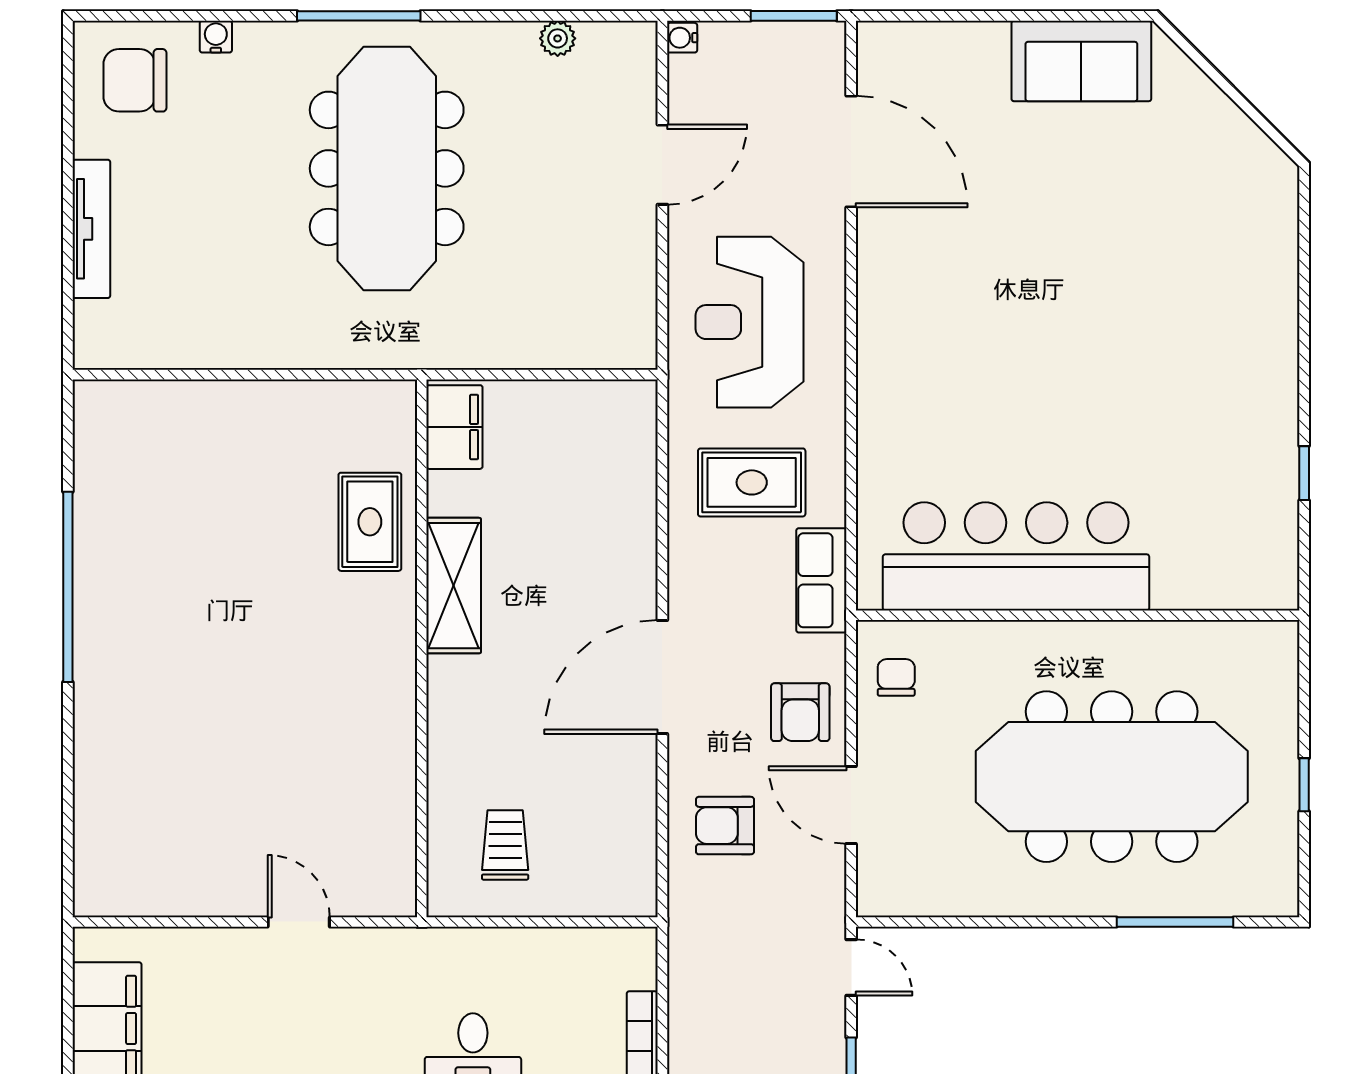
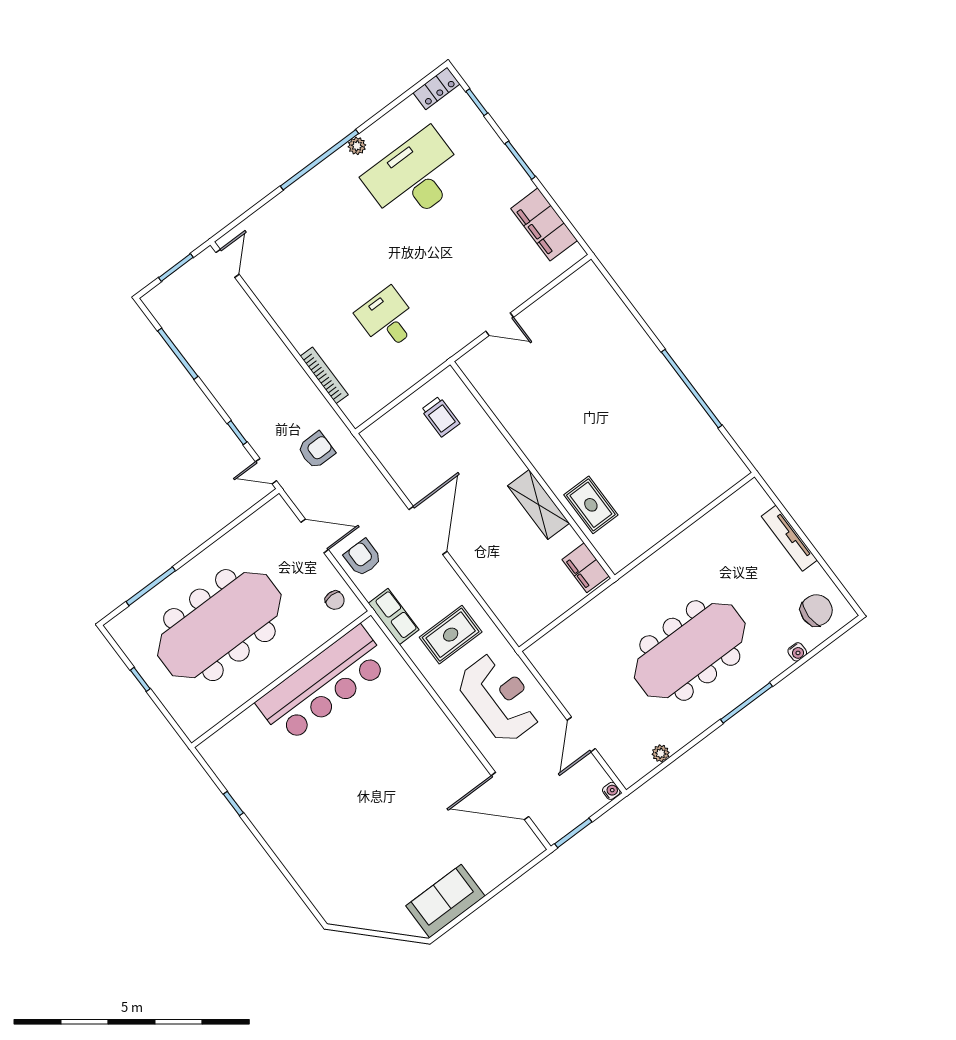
meeting table: (387, 168) -> (690, 651), turned 90
armchair: (725, 826) -> (316, 450), moved

